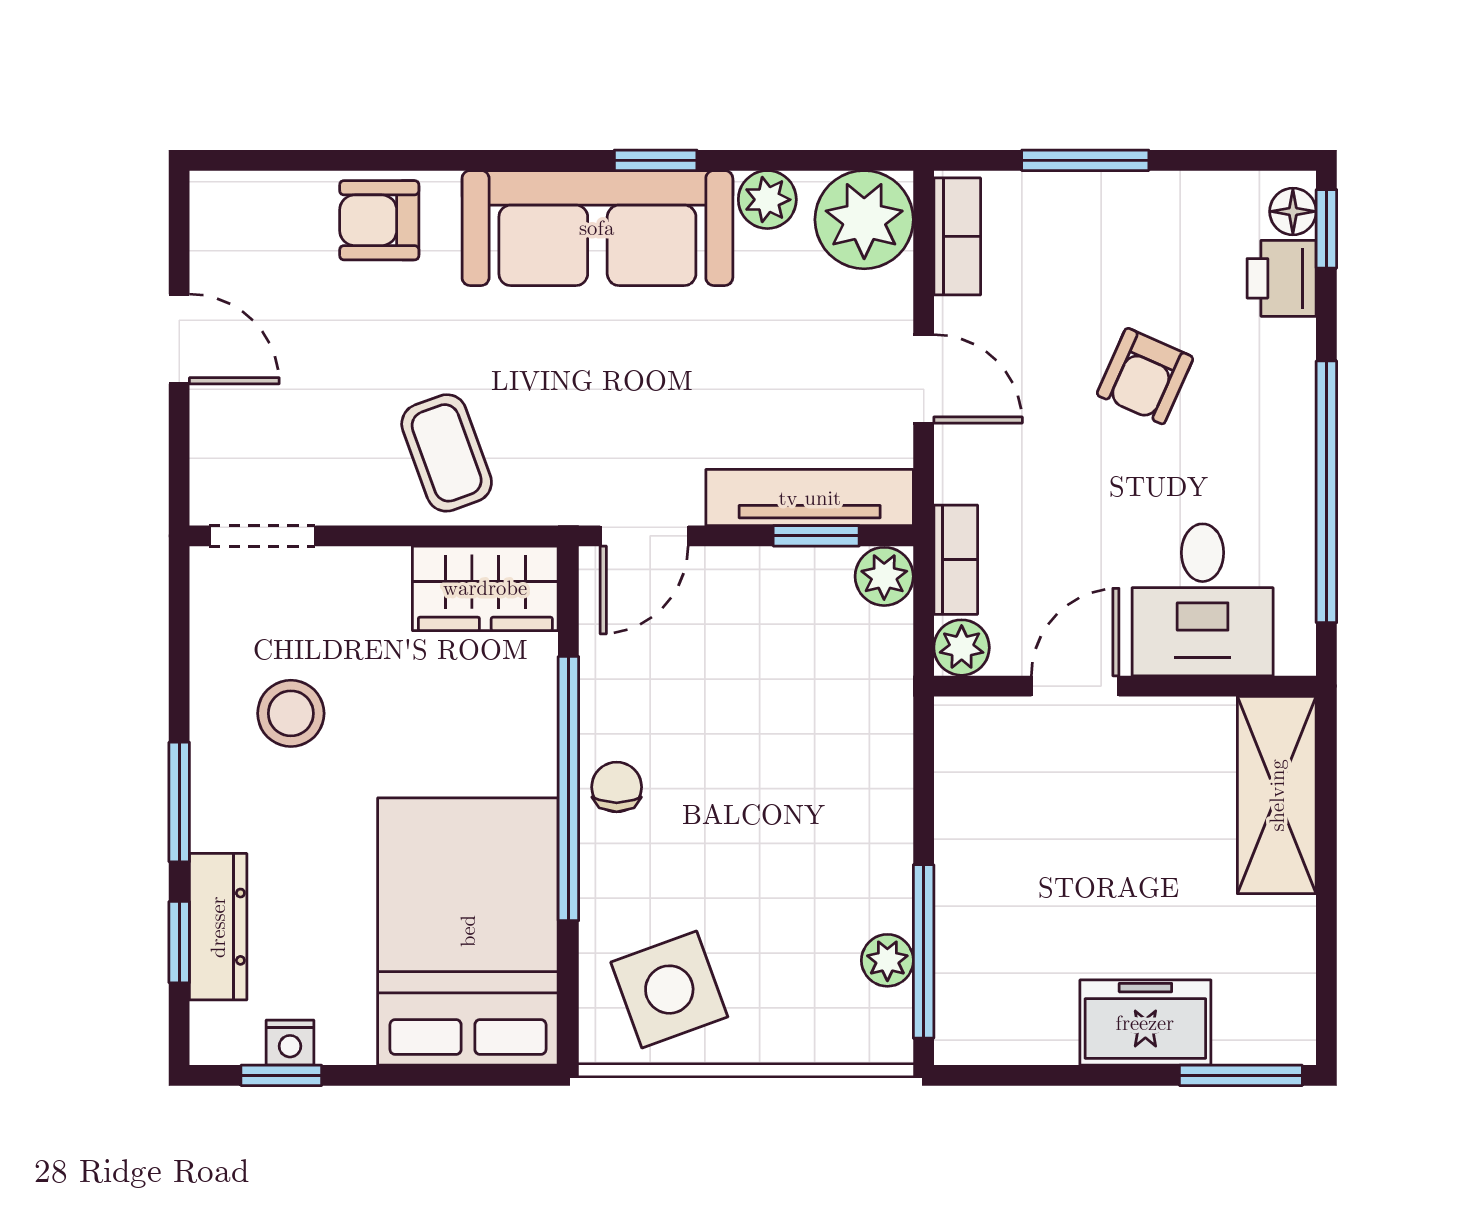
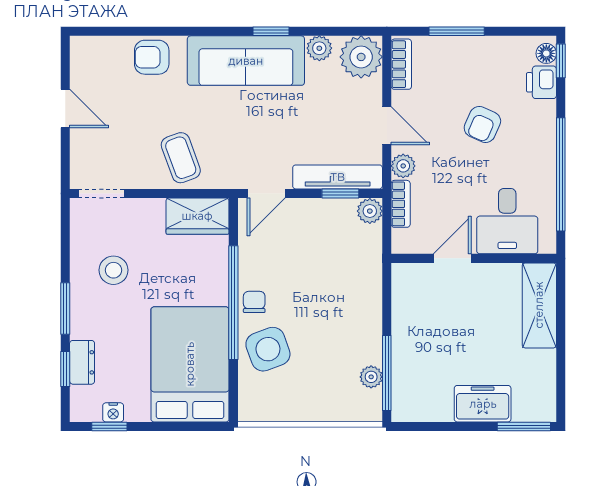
plant: (962, 648) -> (403, 166), moved
dresser: (218, 927) -> (82, 362), width x0.70
side table: (669, 990) -> (268, 349), moved

